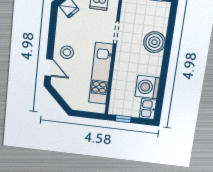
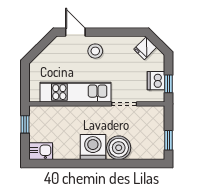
door: (49, 67) -> (75, 32), swing flipped
washing machine: (147, 87) -> (93, 147), moved

